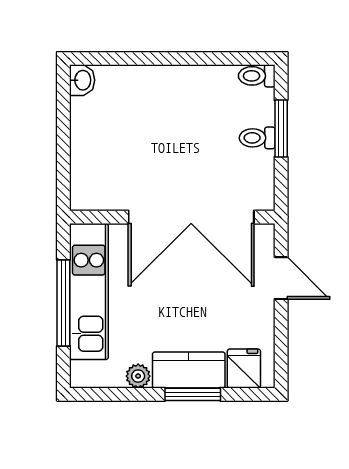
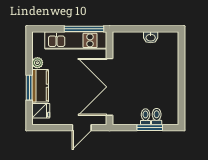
toilet: (257, 76) -> (157, 117), moved
washbasin: (82, 80) -> (151, 37), moved
window: (63, 303) -> (84, 29), moved

